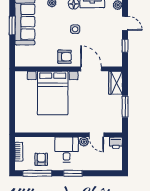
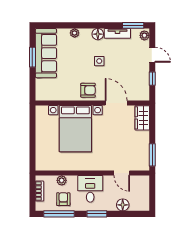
window: (125, 107) -> (152, 155), moved
plant: (84, 142) -> (62, 180), moved
printer: (116, 143) -> (143, 182), removed
floor lamp: (97, 165) -> (123, 205), added

